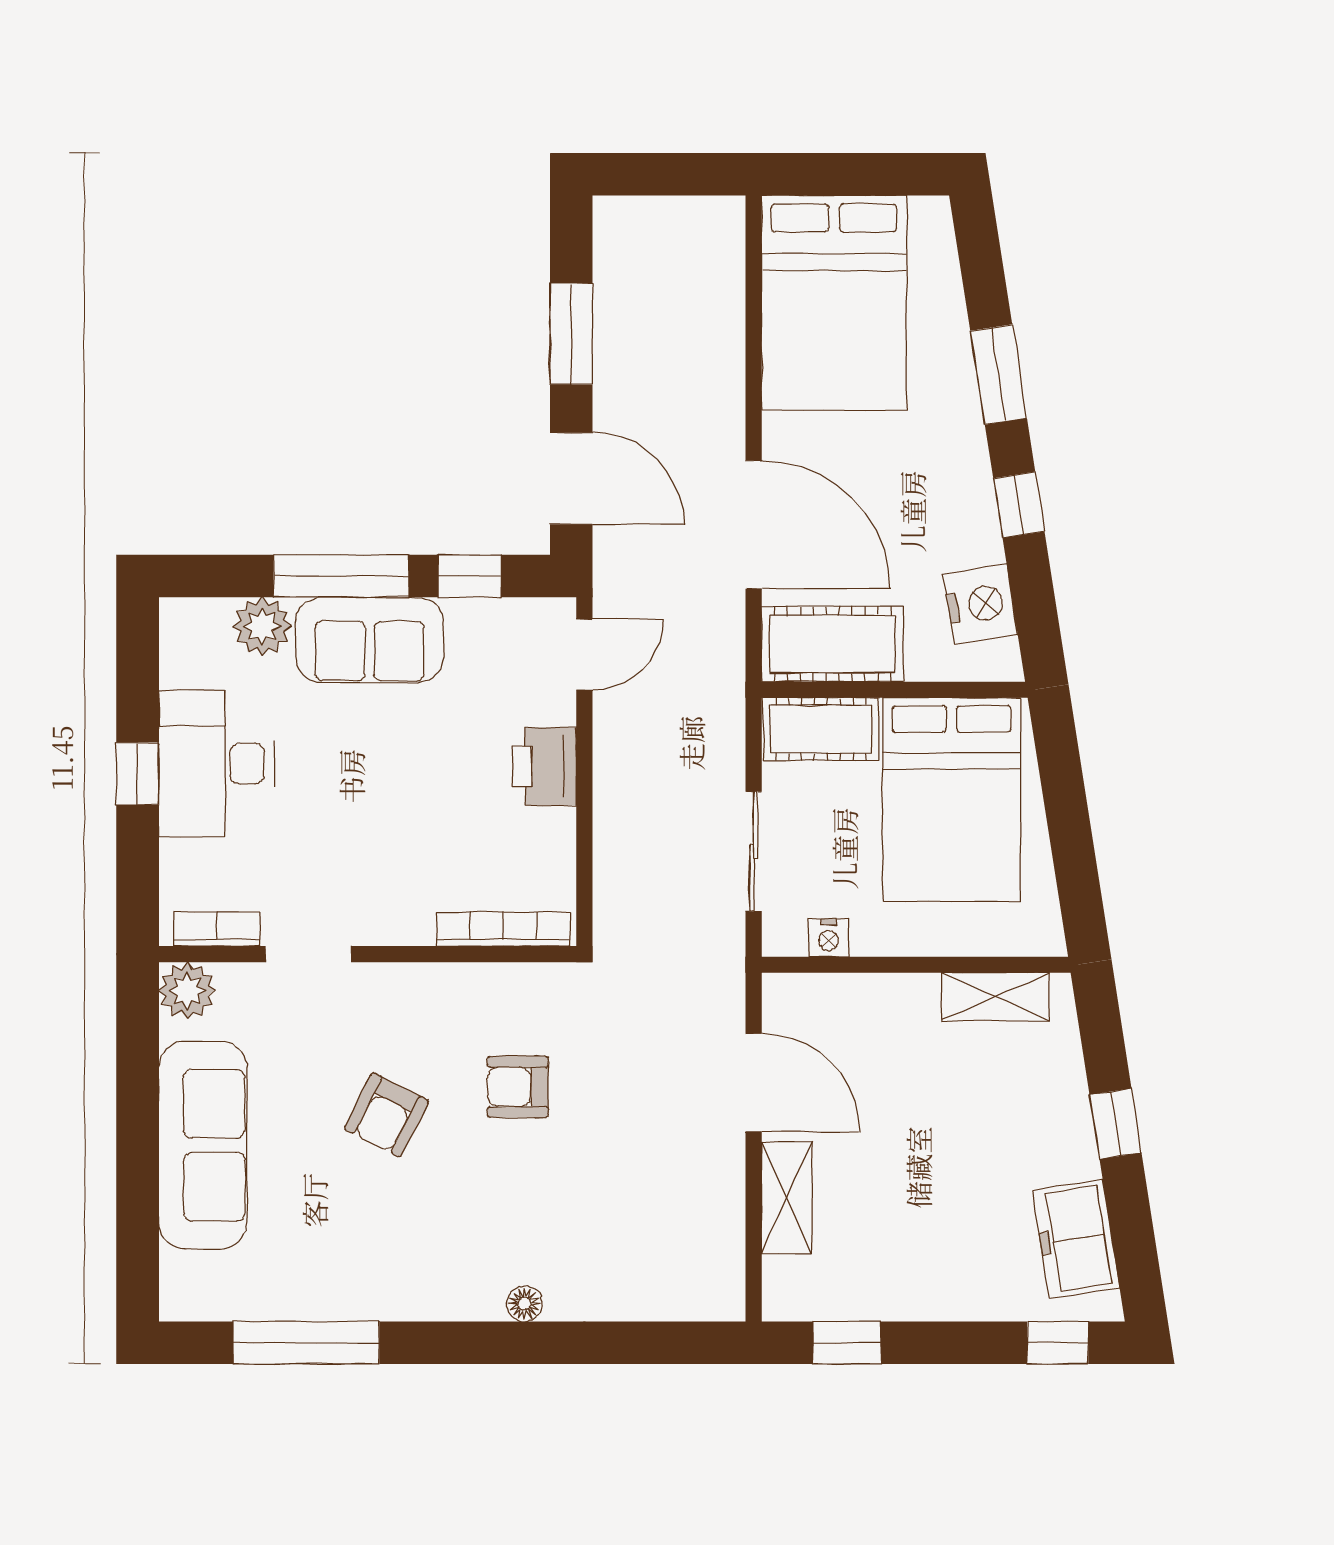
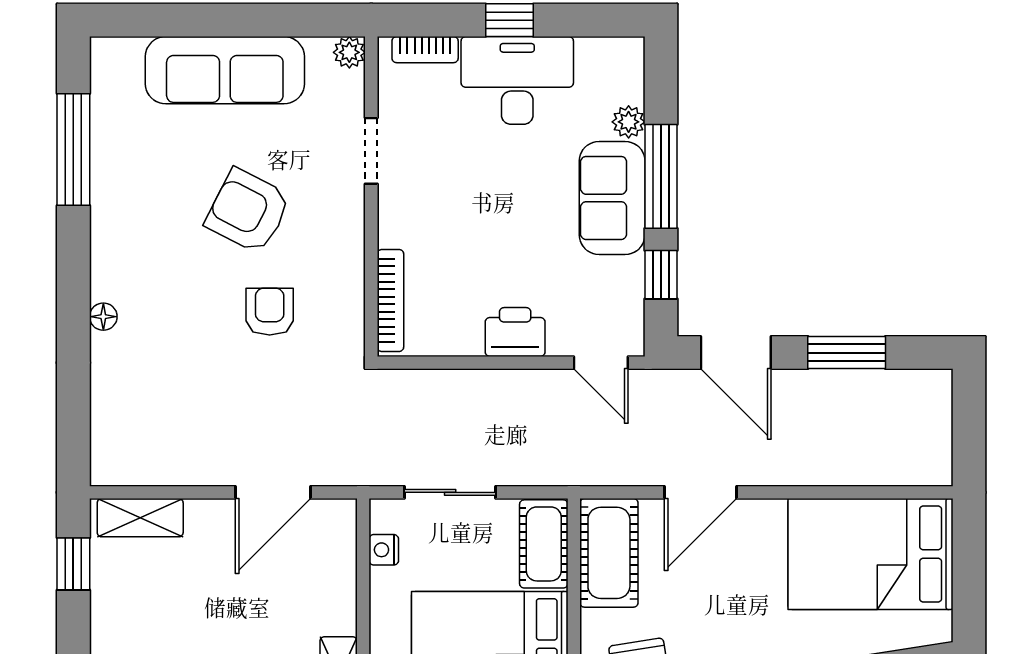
door: (571, 478) -> (736, 353), hinge flipped
door: (754, 525) -> (700, 492), width x0.73
plant: (262, 626) -> (629, 122), width x0.73, depth x0.73
bookcase: (217, 929) -> (425, 50), moved, turned 90
plant: (187, 991) -> (349, 52), width x0.73, depth x0.73
armchair: (386, 1115) -> (248, 211), width x1.38, depth x1.38
shelving: (787, 1198) -> (140, 518), moved

